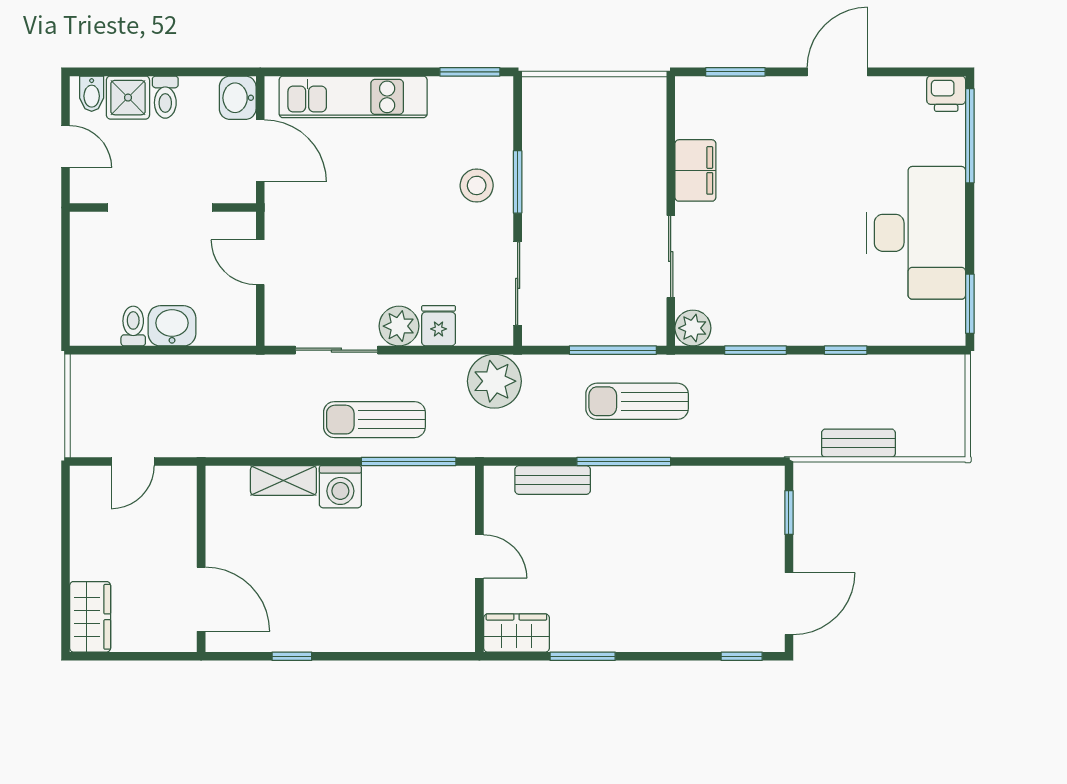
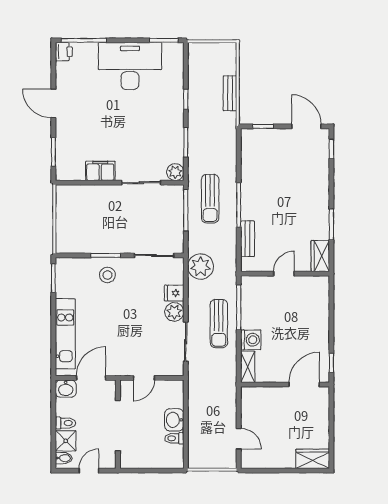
wall: (201, 559) -> (285, 385), moved
door: (201, 599) -> (304, 385), moved

